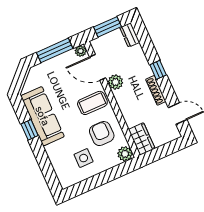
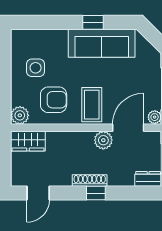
shoe rack: (156, 90) -> (90, 180), moved

